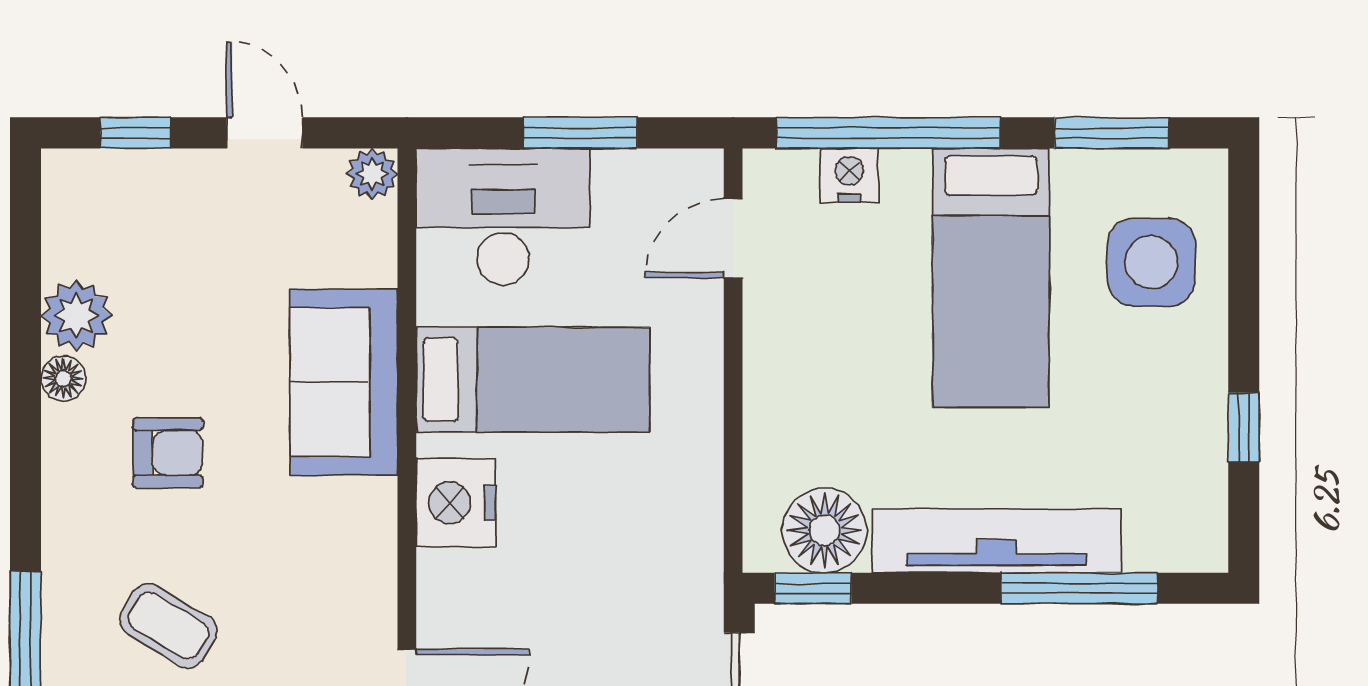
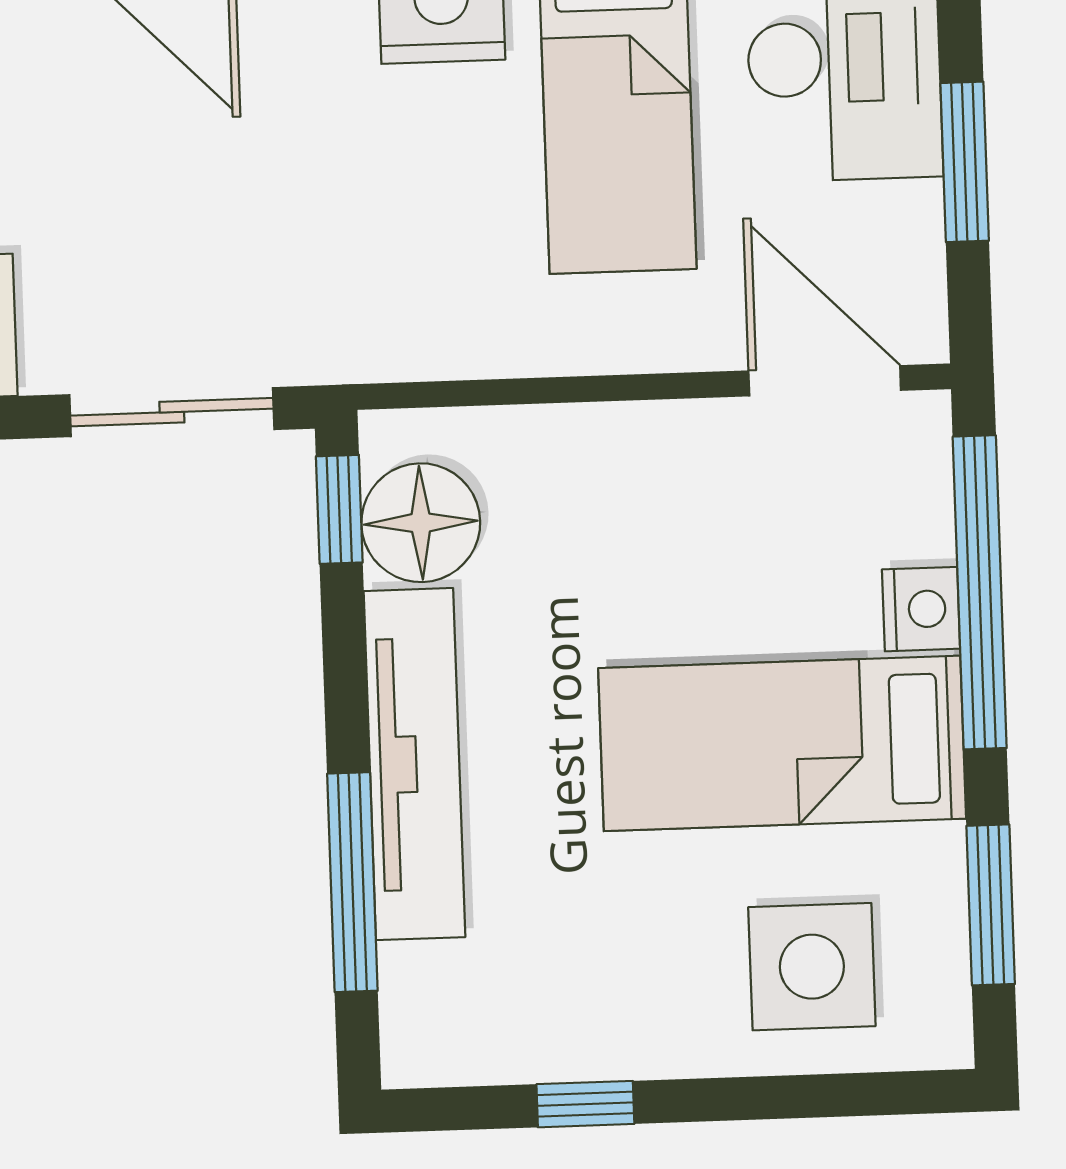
nightstand: (849, 175) -> (921, 609), moved
door: (733, 238) -> (825, 381), width x1.38

